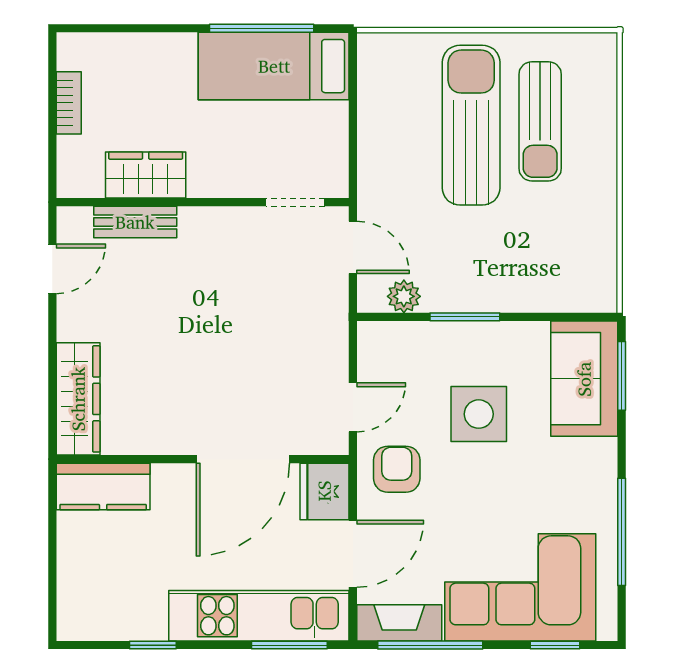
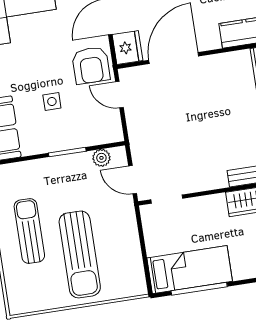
sun lounger: (540, 121) -> (29, 231), moved
door: (353, 407) -> (119, 95), hinge flipped
side table: (479, 414) -> (52, 101), width x0.54, depth x0.54
armchair: (397, 469) -> (91, 65), width x1.38, depth x1.38

